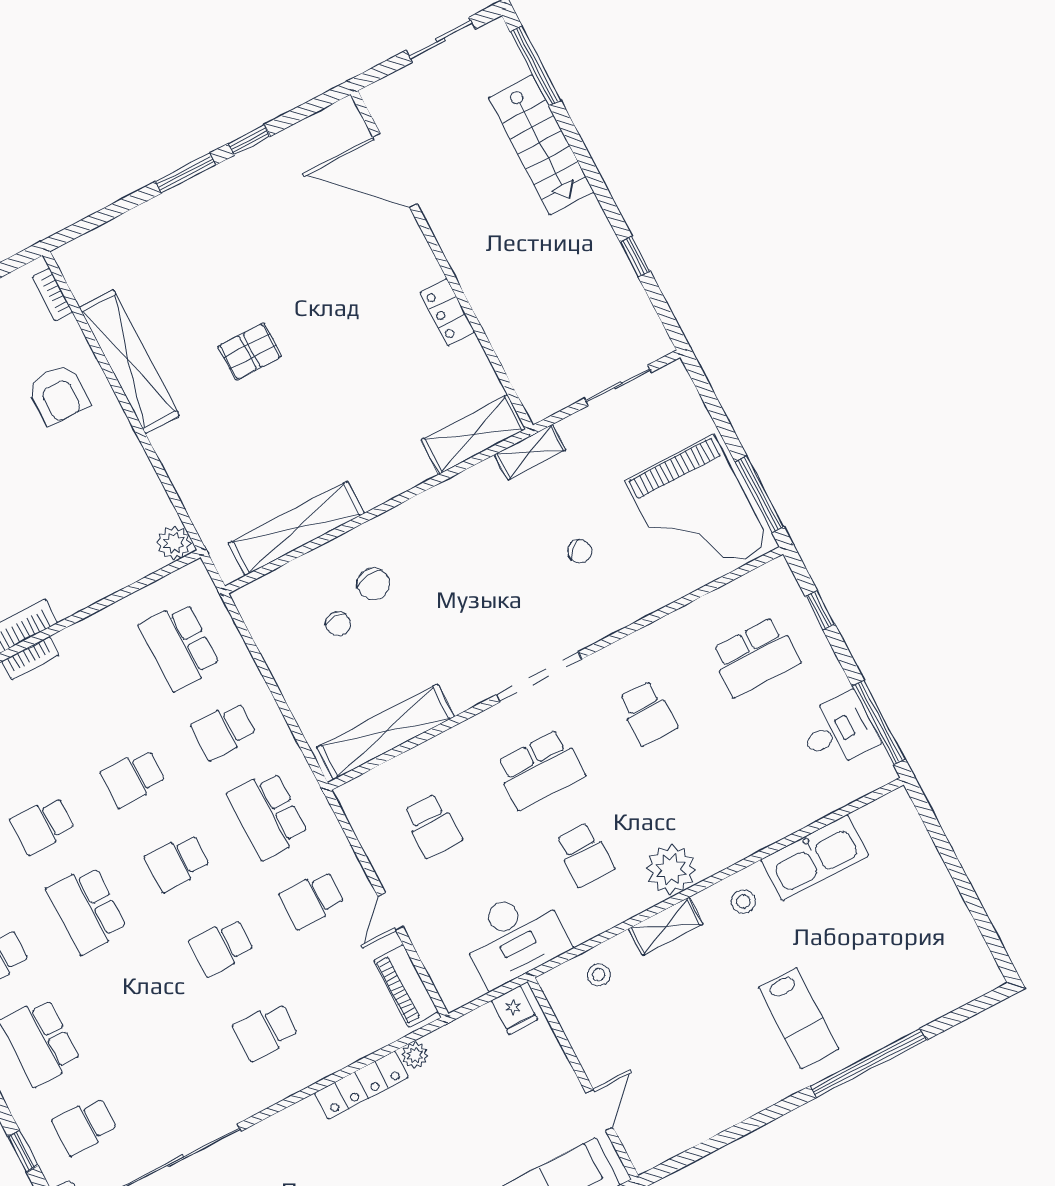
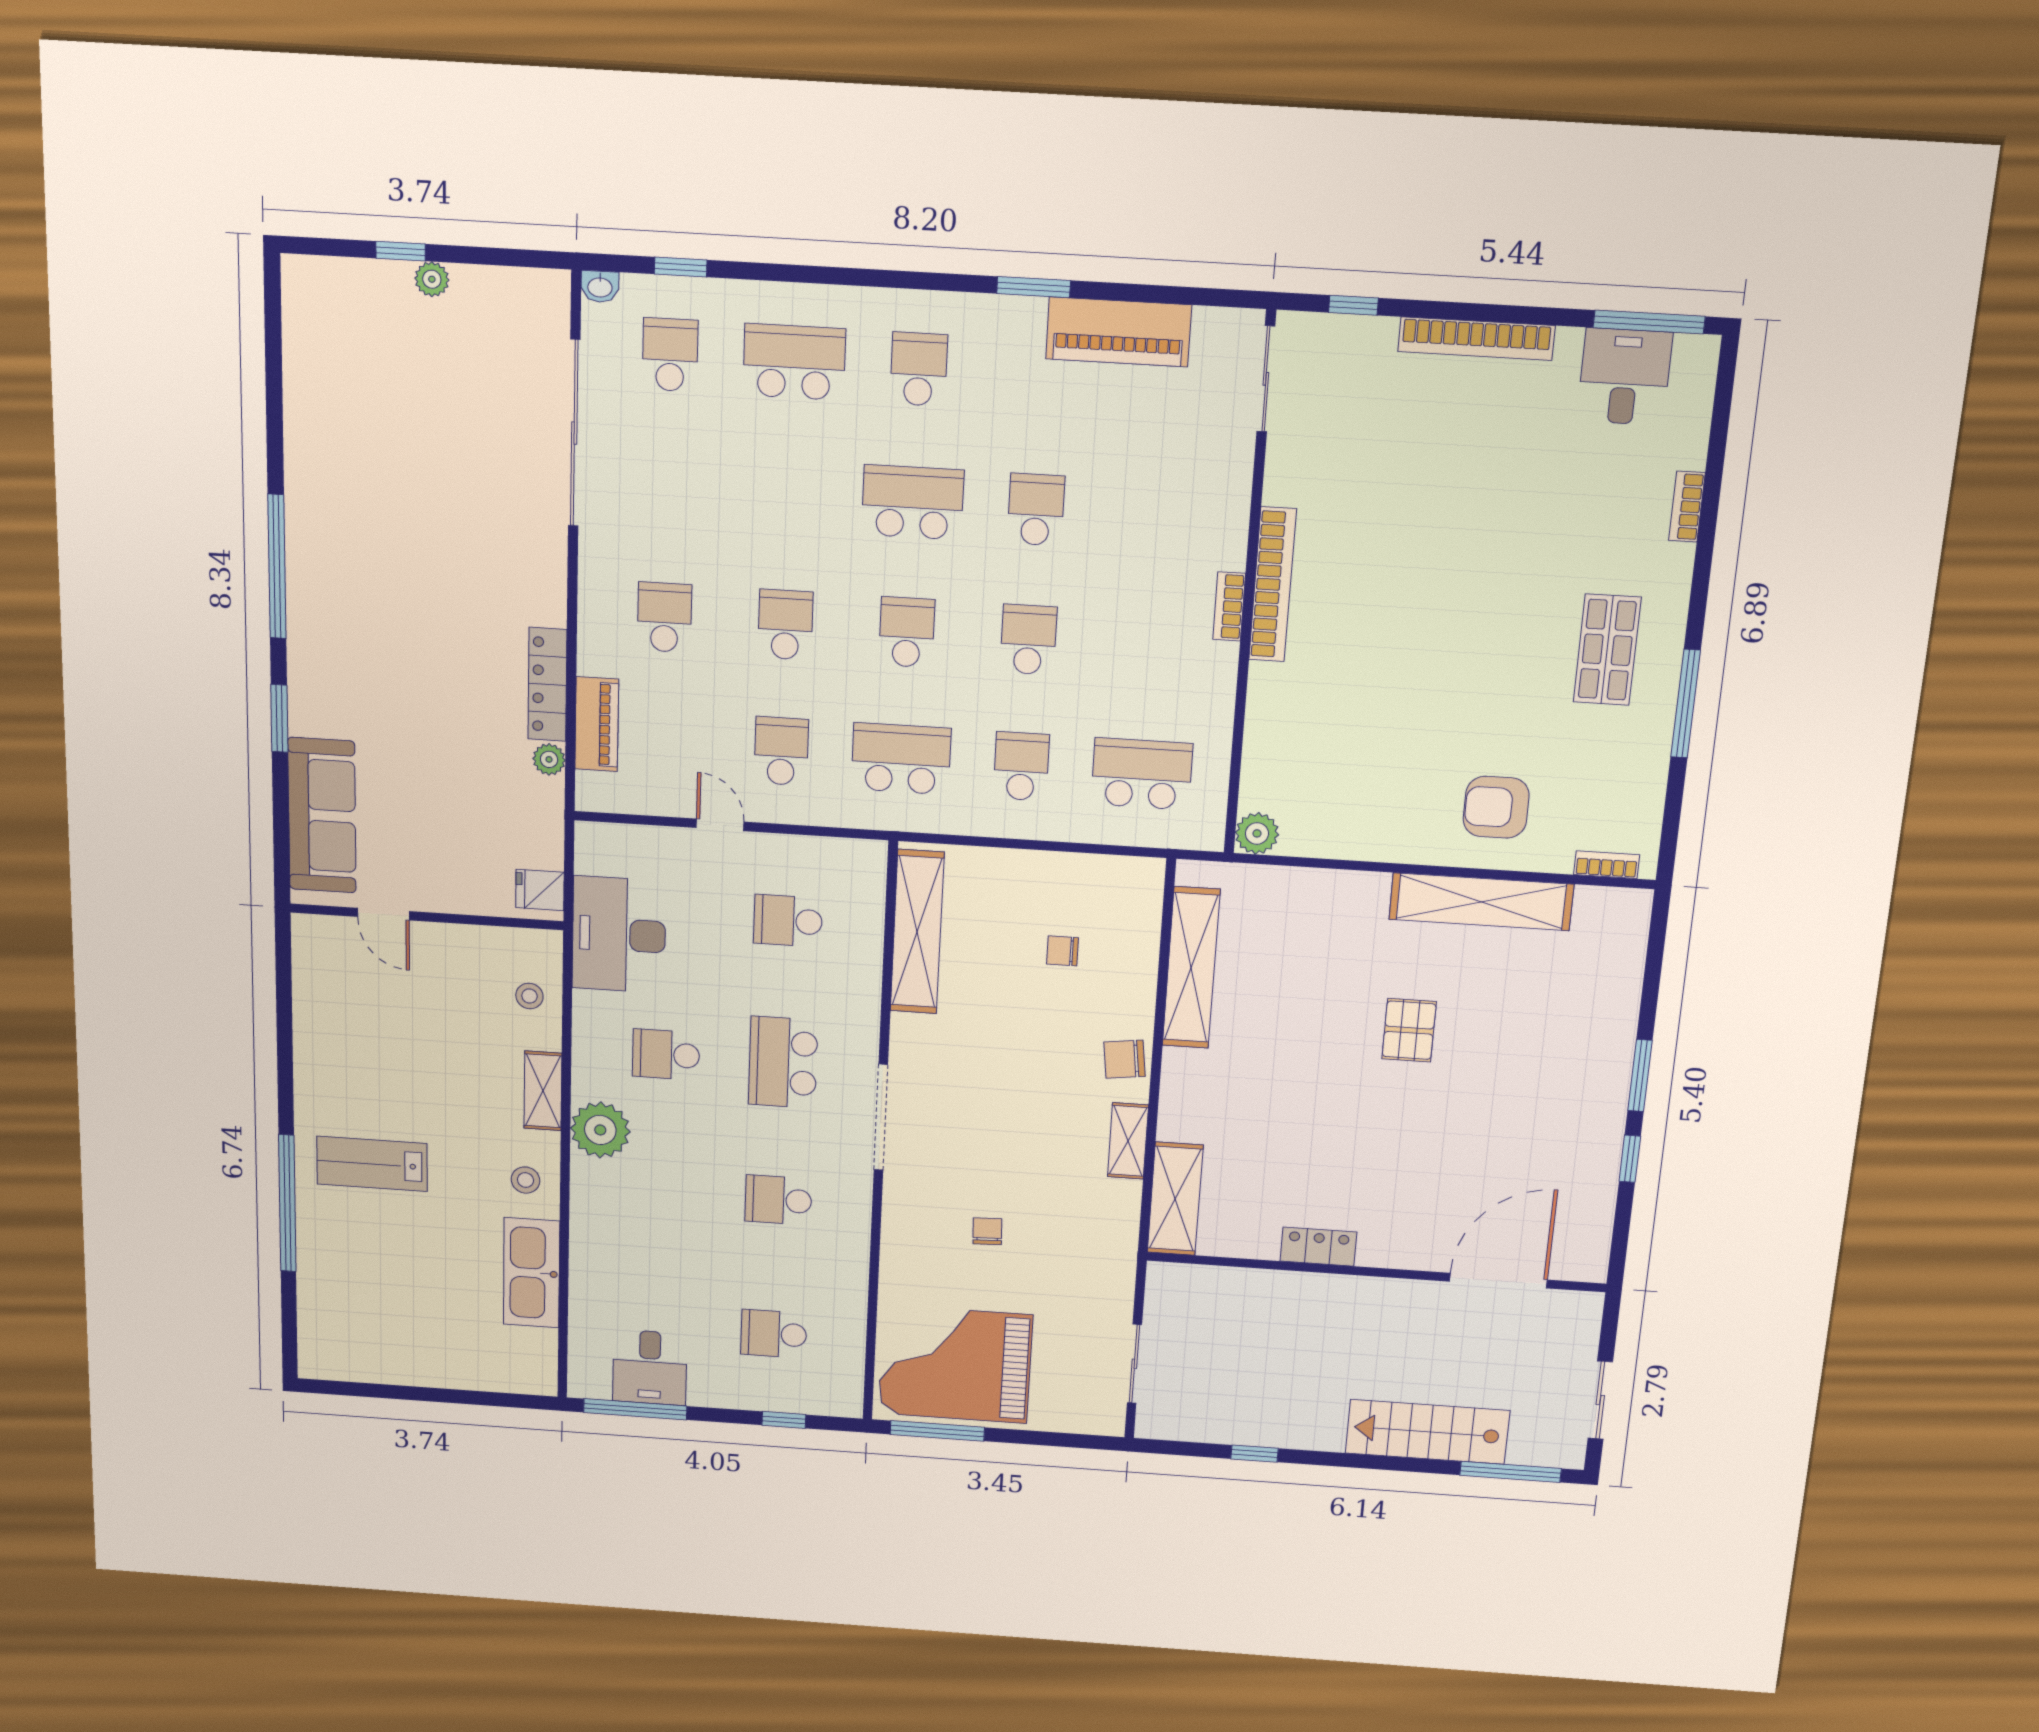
shelving: (530, 452) -> (1128, 1141), moved
chair: (580, 551) -> (987, 1231), turned 131
chair: (373, 584) -> (1125, 1059), moved
school desk: (755, 657) -> (774, 1334), width x0.54
piano: (406, 986) -> (597, 724), moved, turned 90

